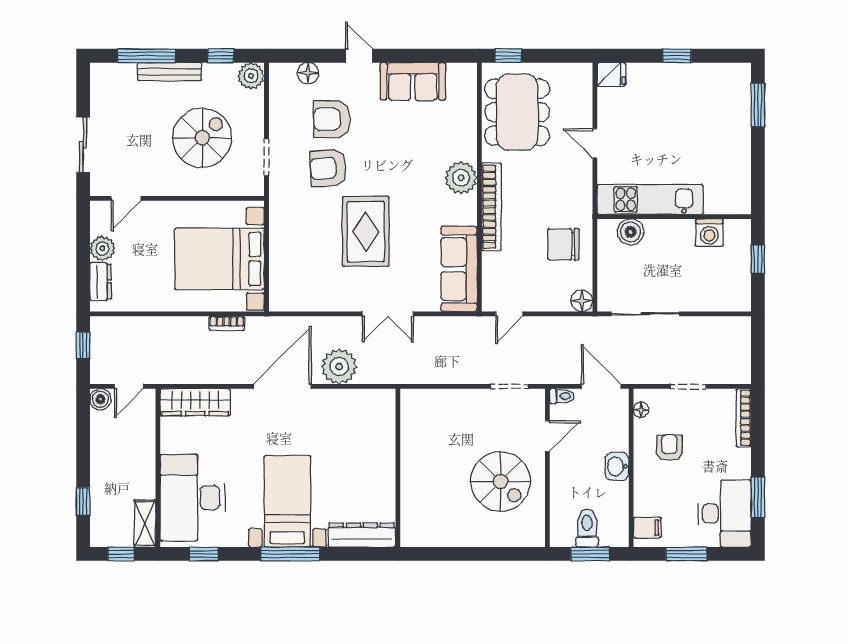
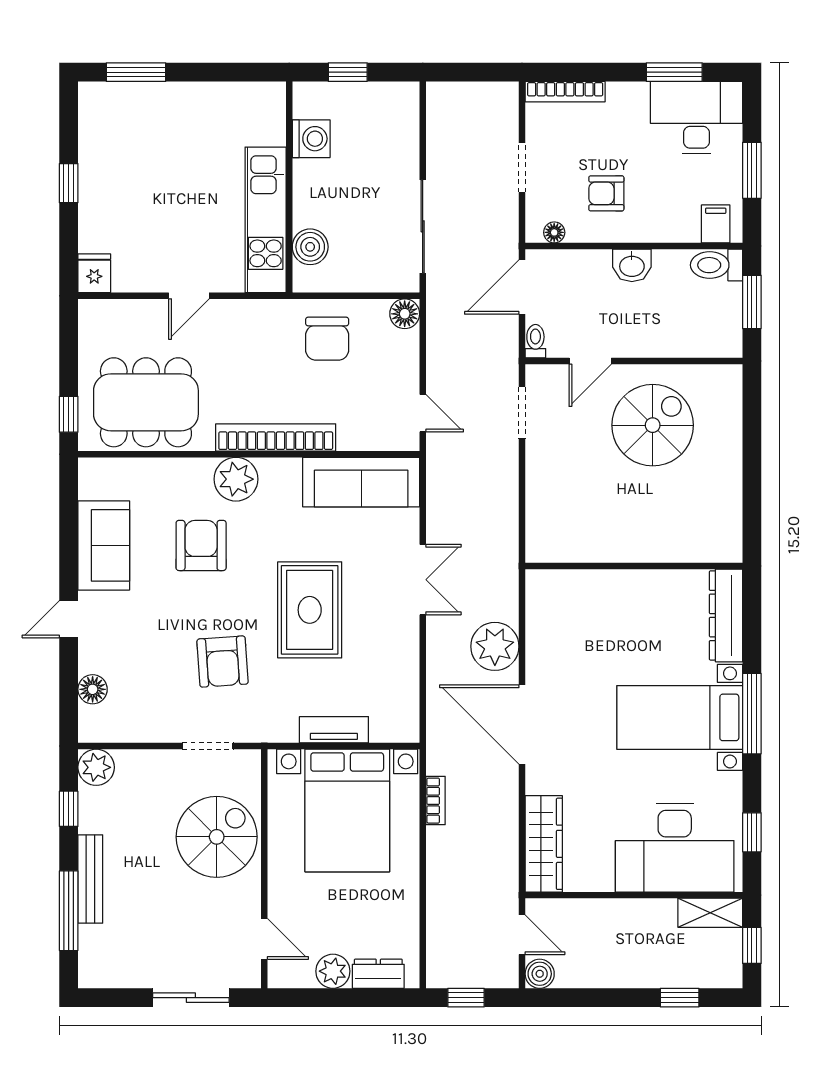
armchair: (332, 119) -> (201, 545), moved, turned 180
spiral stairs: (202, 138) -> (217, 837), moved, turned 90
rug: (366, 231) -> (310, 610), turned 90
tv unit: (278, 249) -> (334, 730), added
door: (547, 436) -> (590, 361), swing flipped
toilet: (587, 528) -> (716, 265), moved

